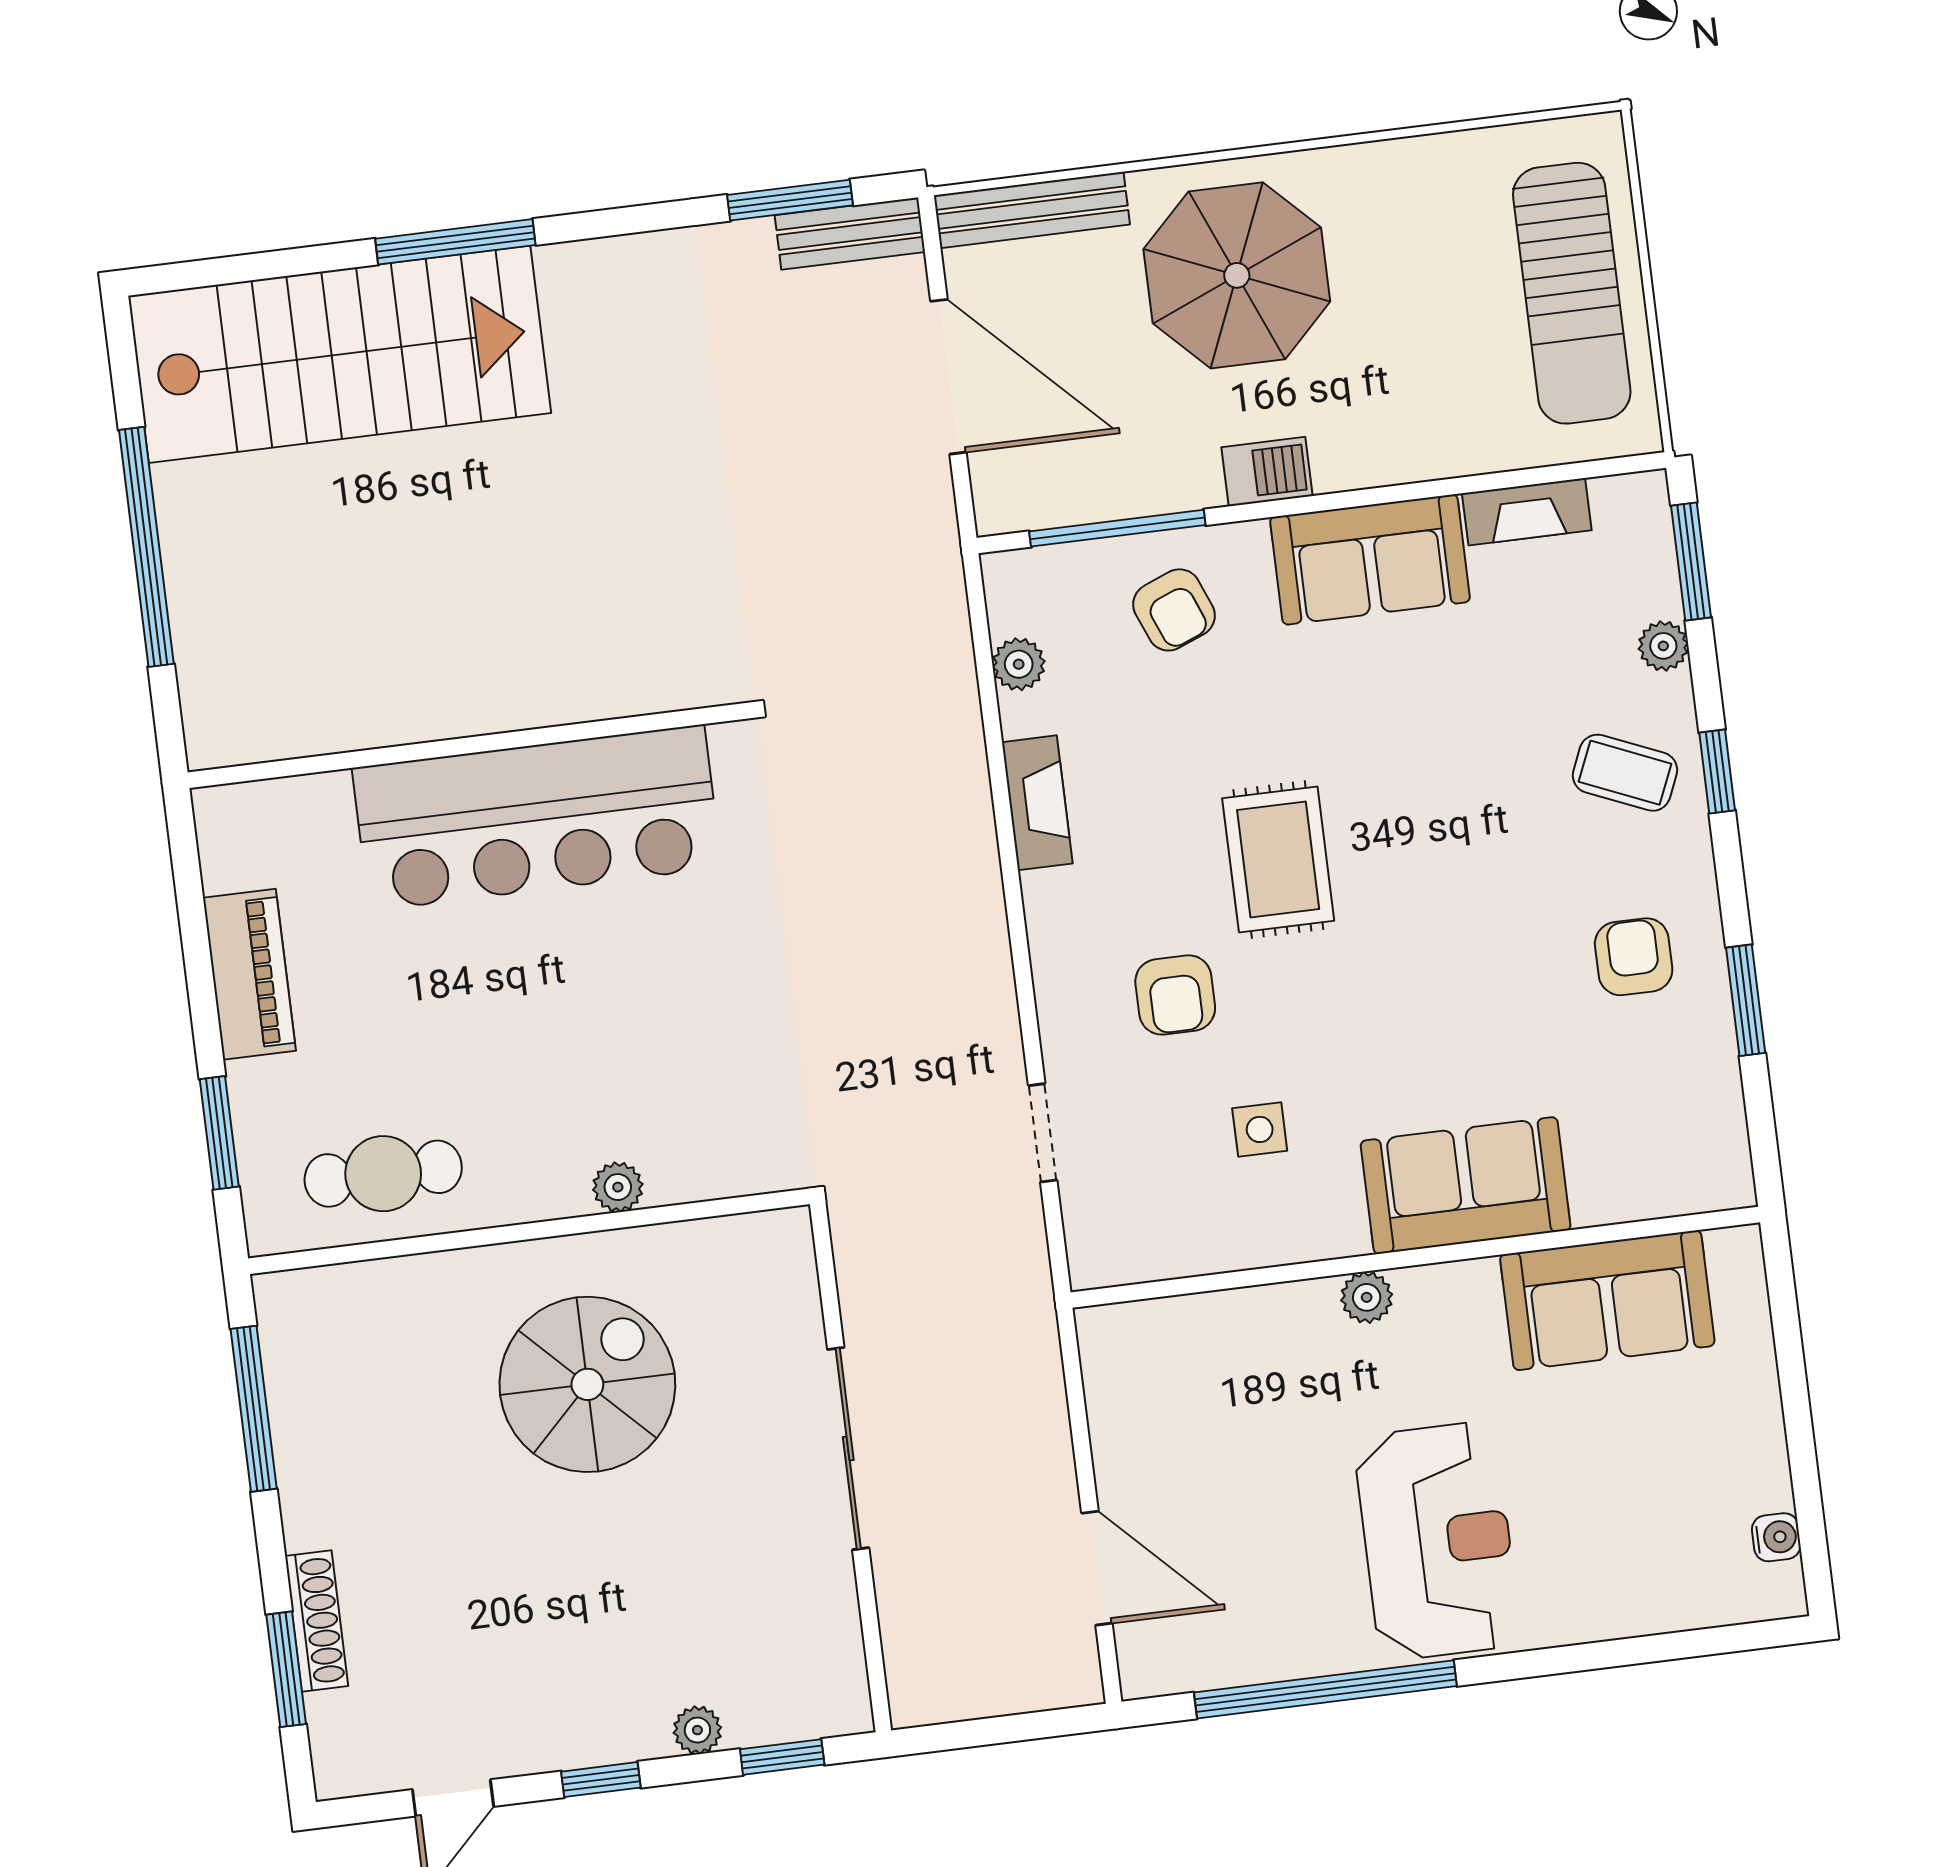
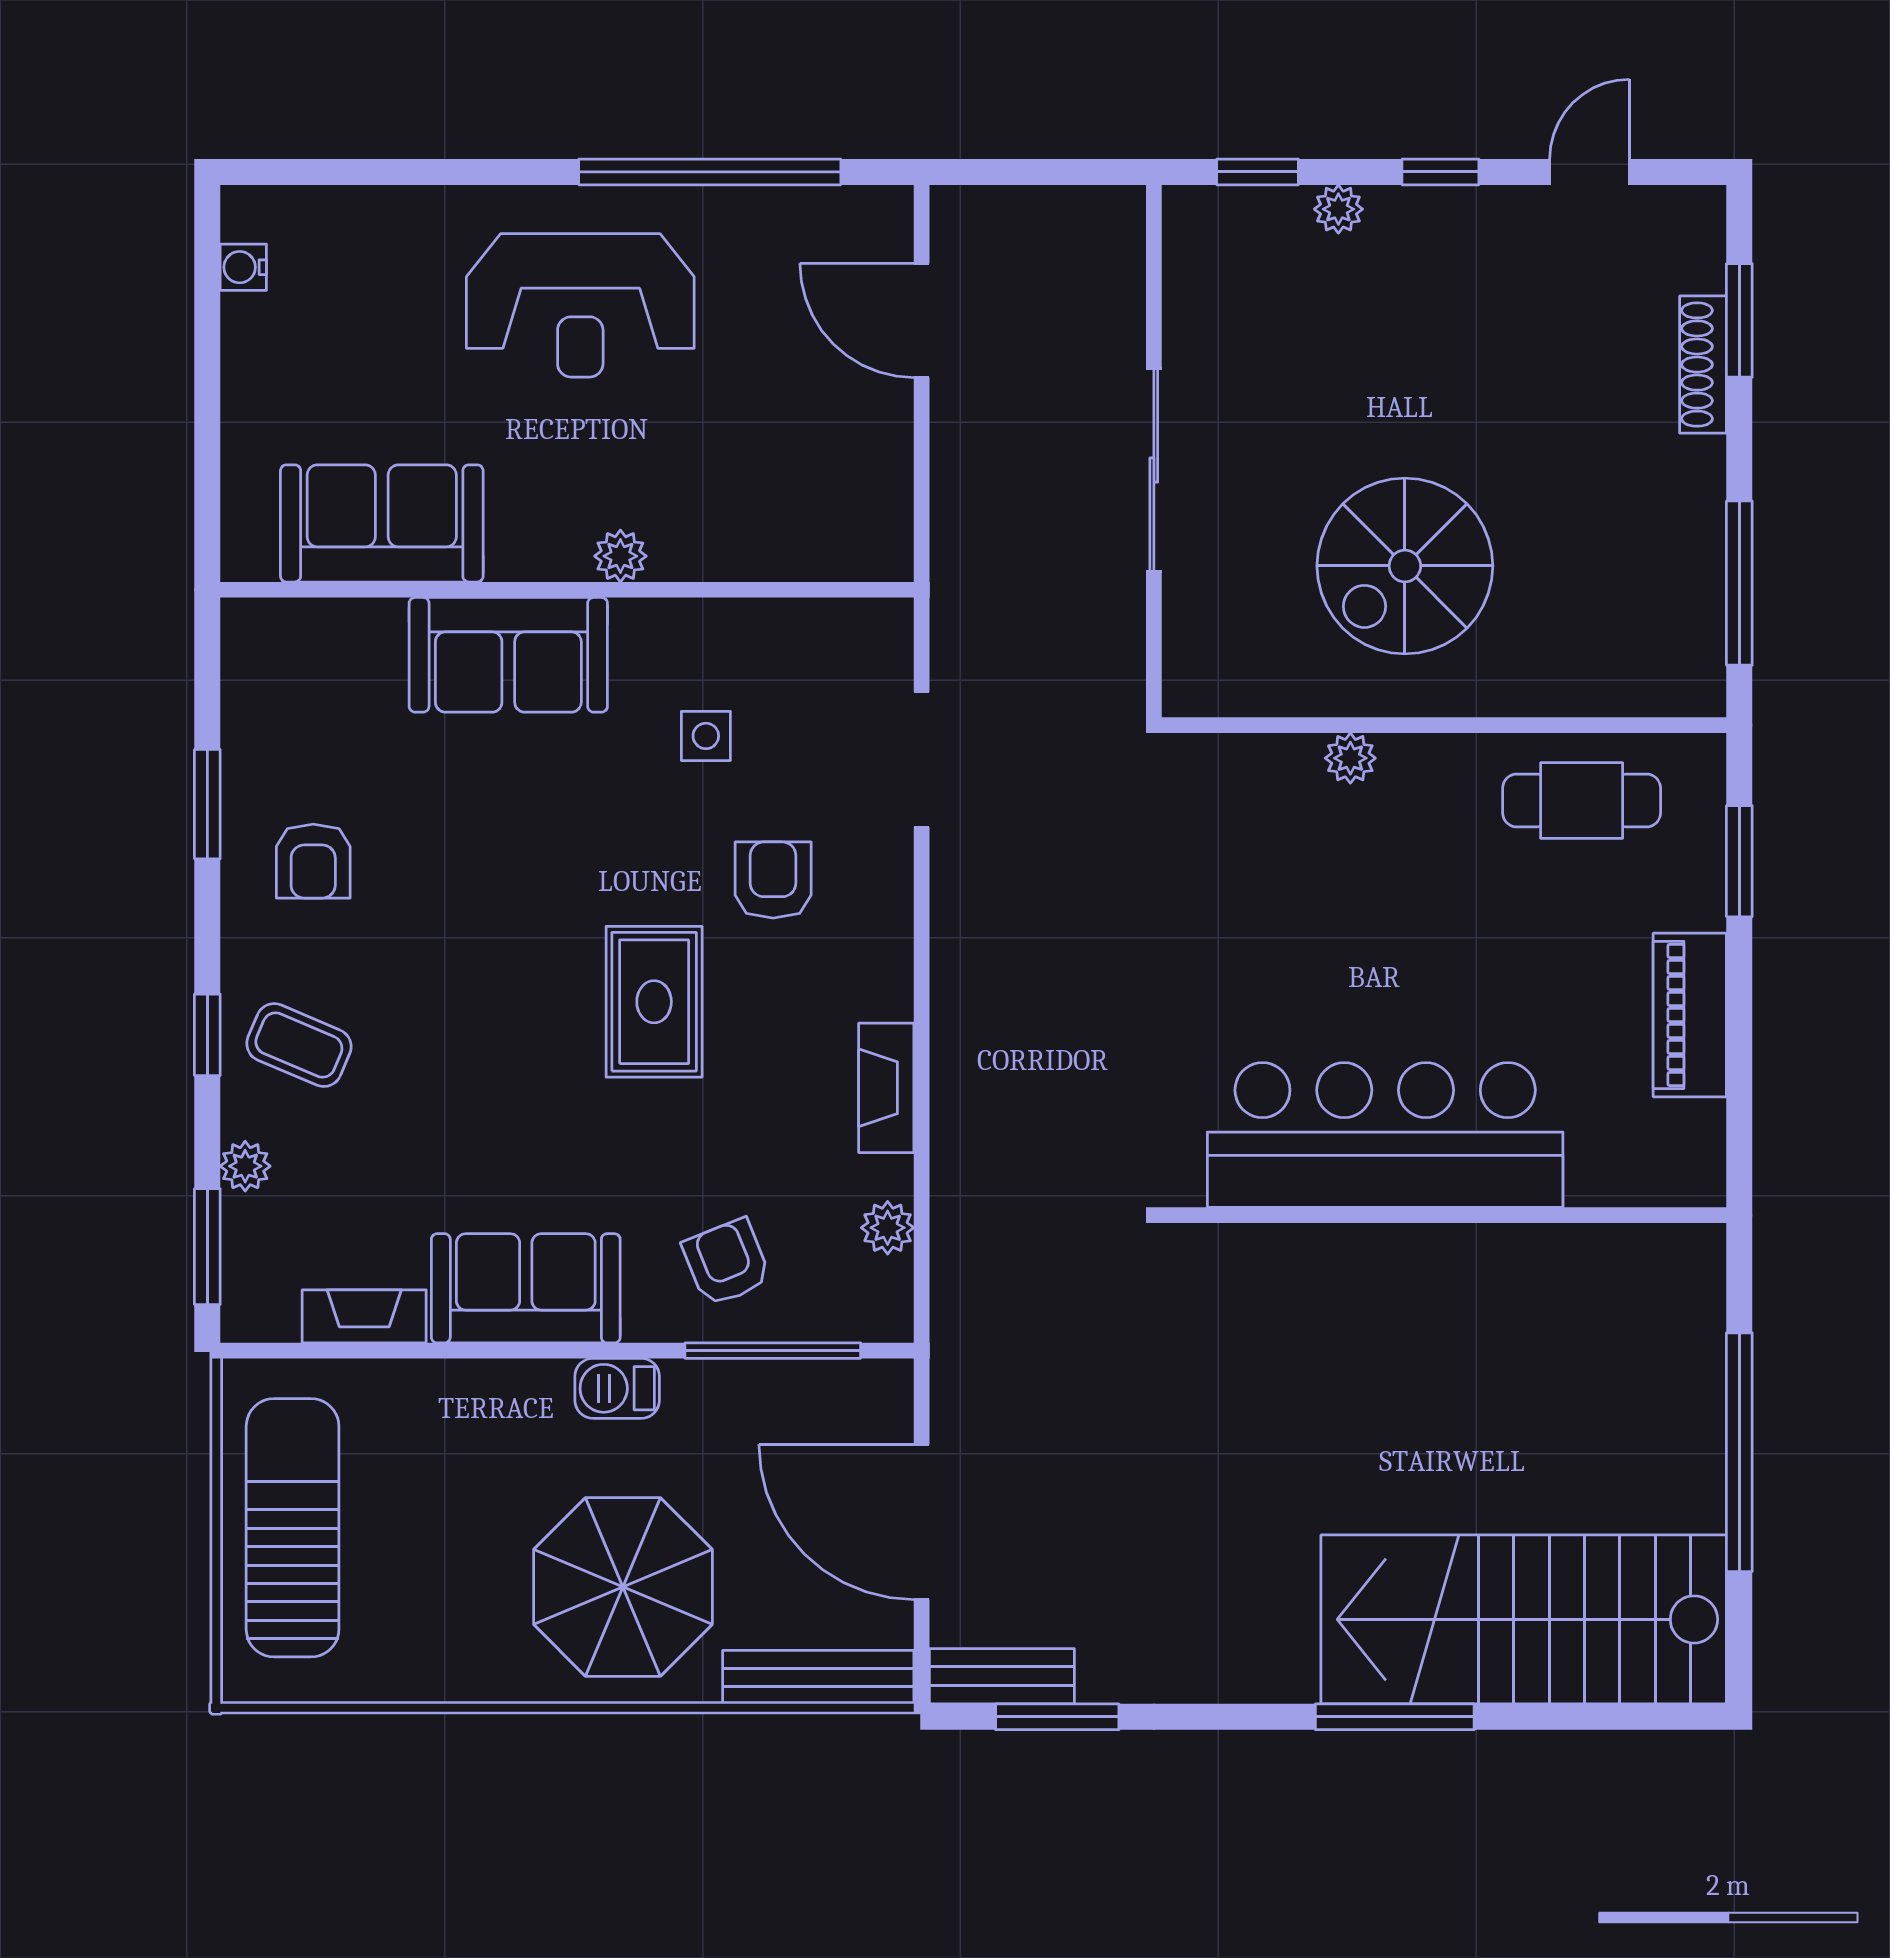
doorway: (1043, 1133) -> (922, 759), width x1.38
reception desk: (1437, 1541) -> (580, 305), turned -90

